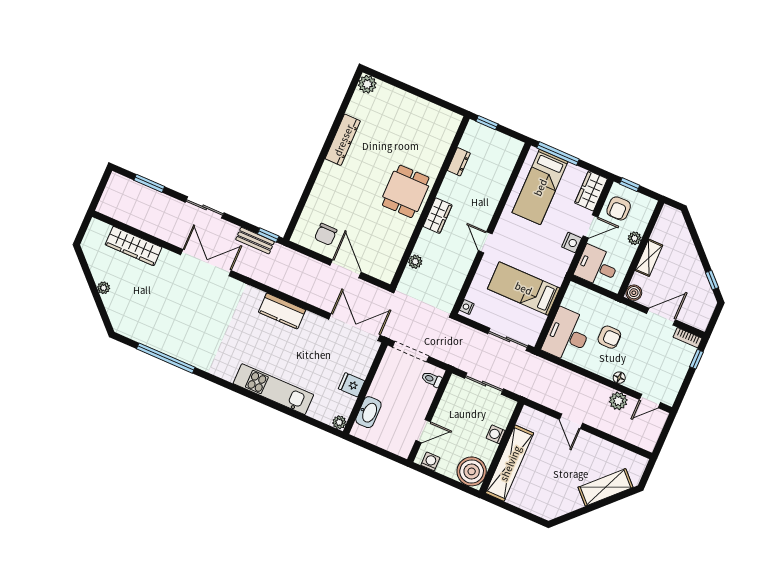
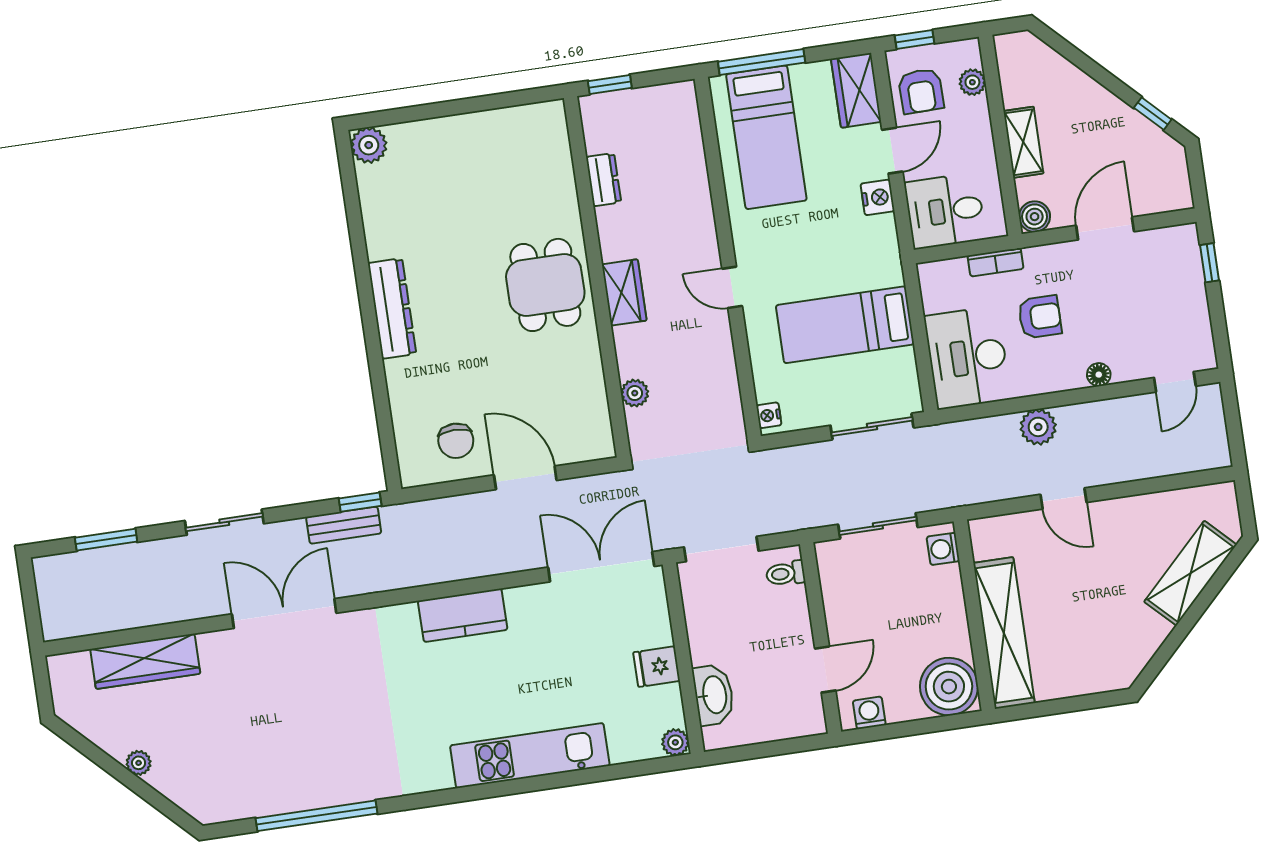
dresser: (343, 140) -> (392, 308), moved
plant: (634, 238) -> (972, 82), moved
bookcase: (687, 338) -> (996, 262), moved
plant: (618, 401) -> (1038, 427), moved
washing machine: (496, 434) -> (943, 549), moved

